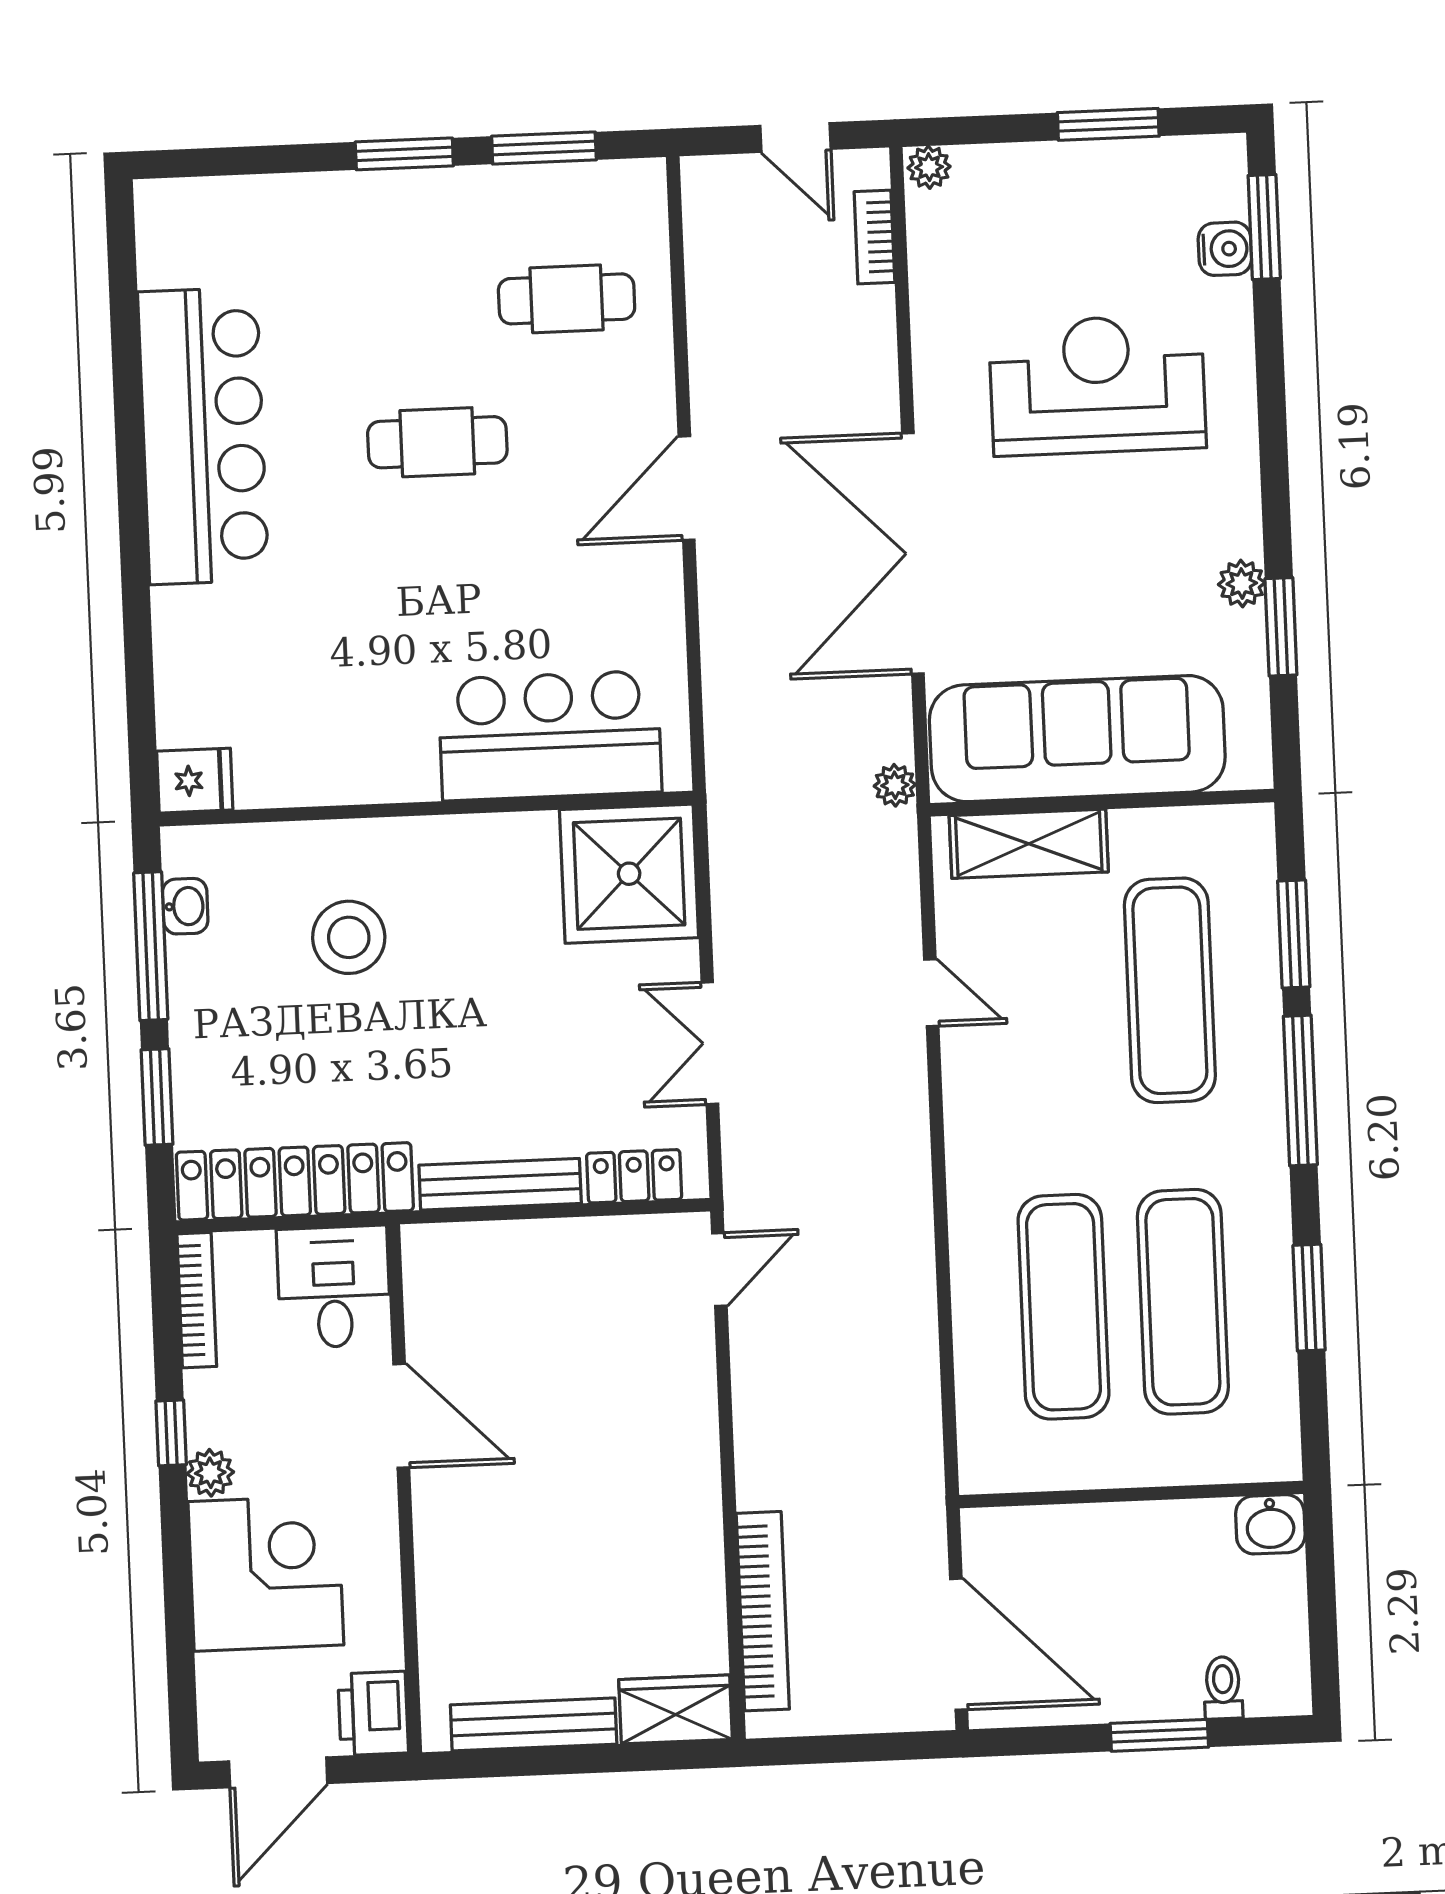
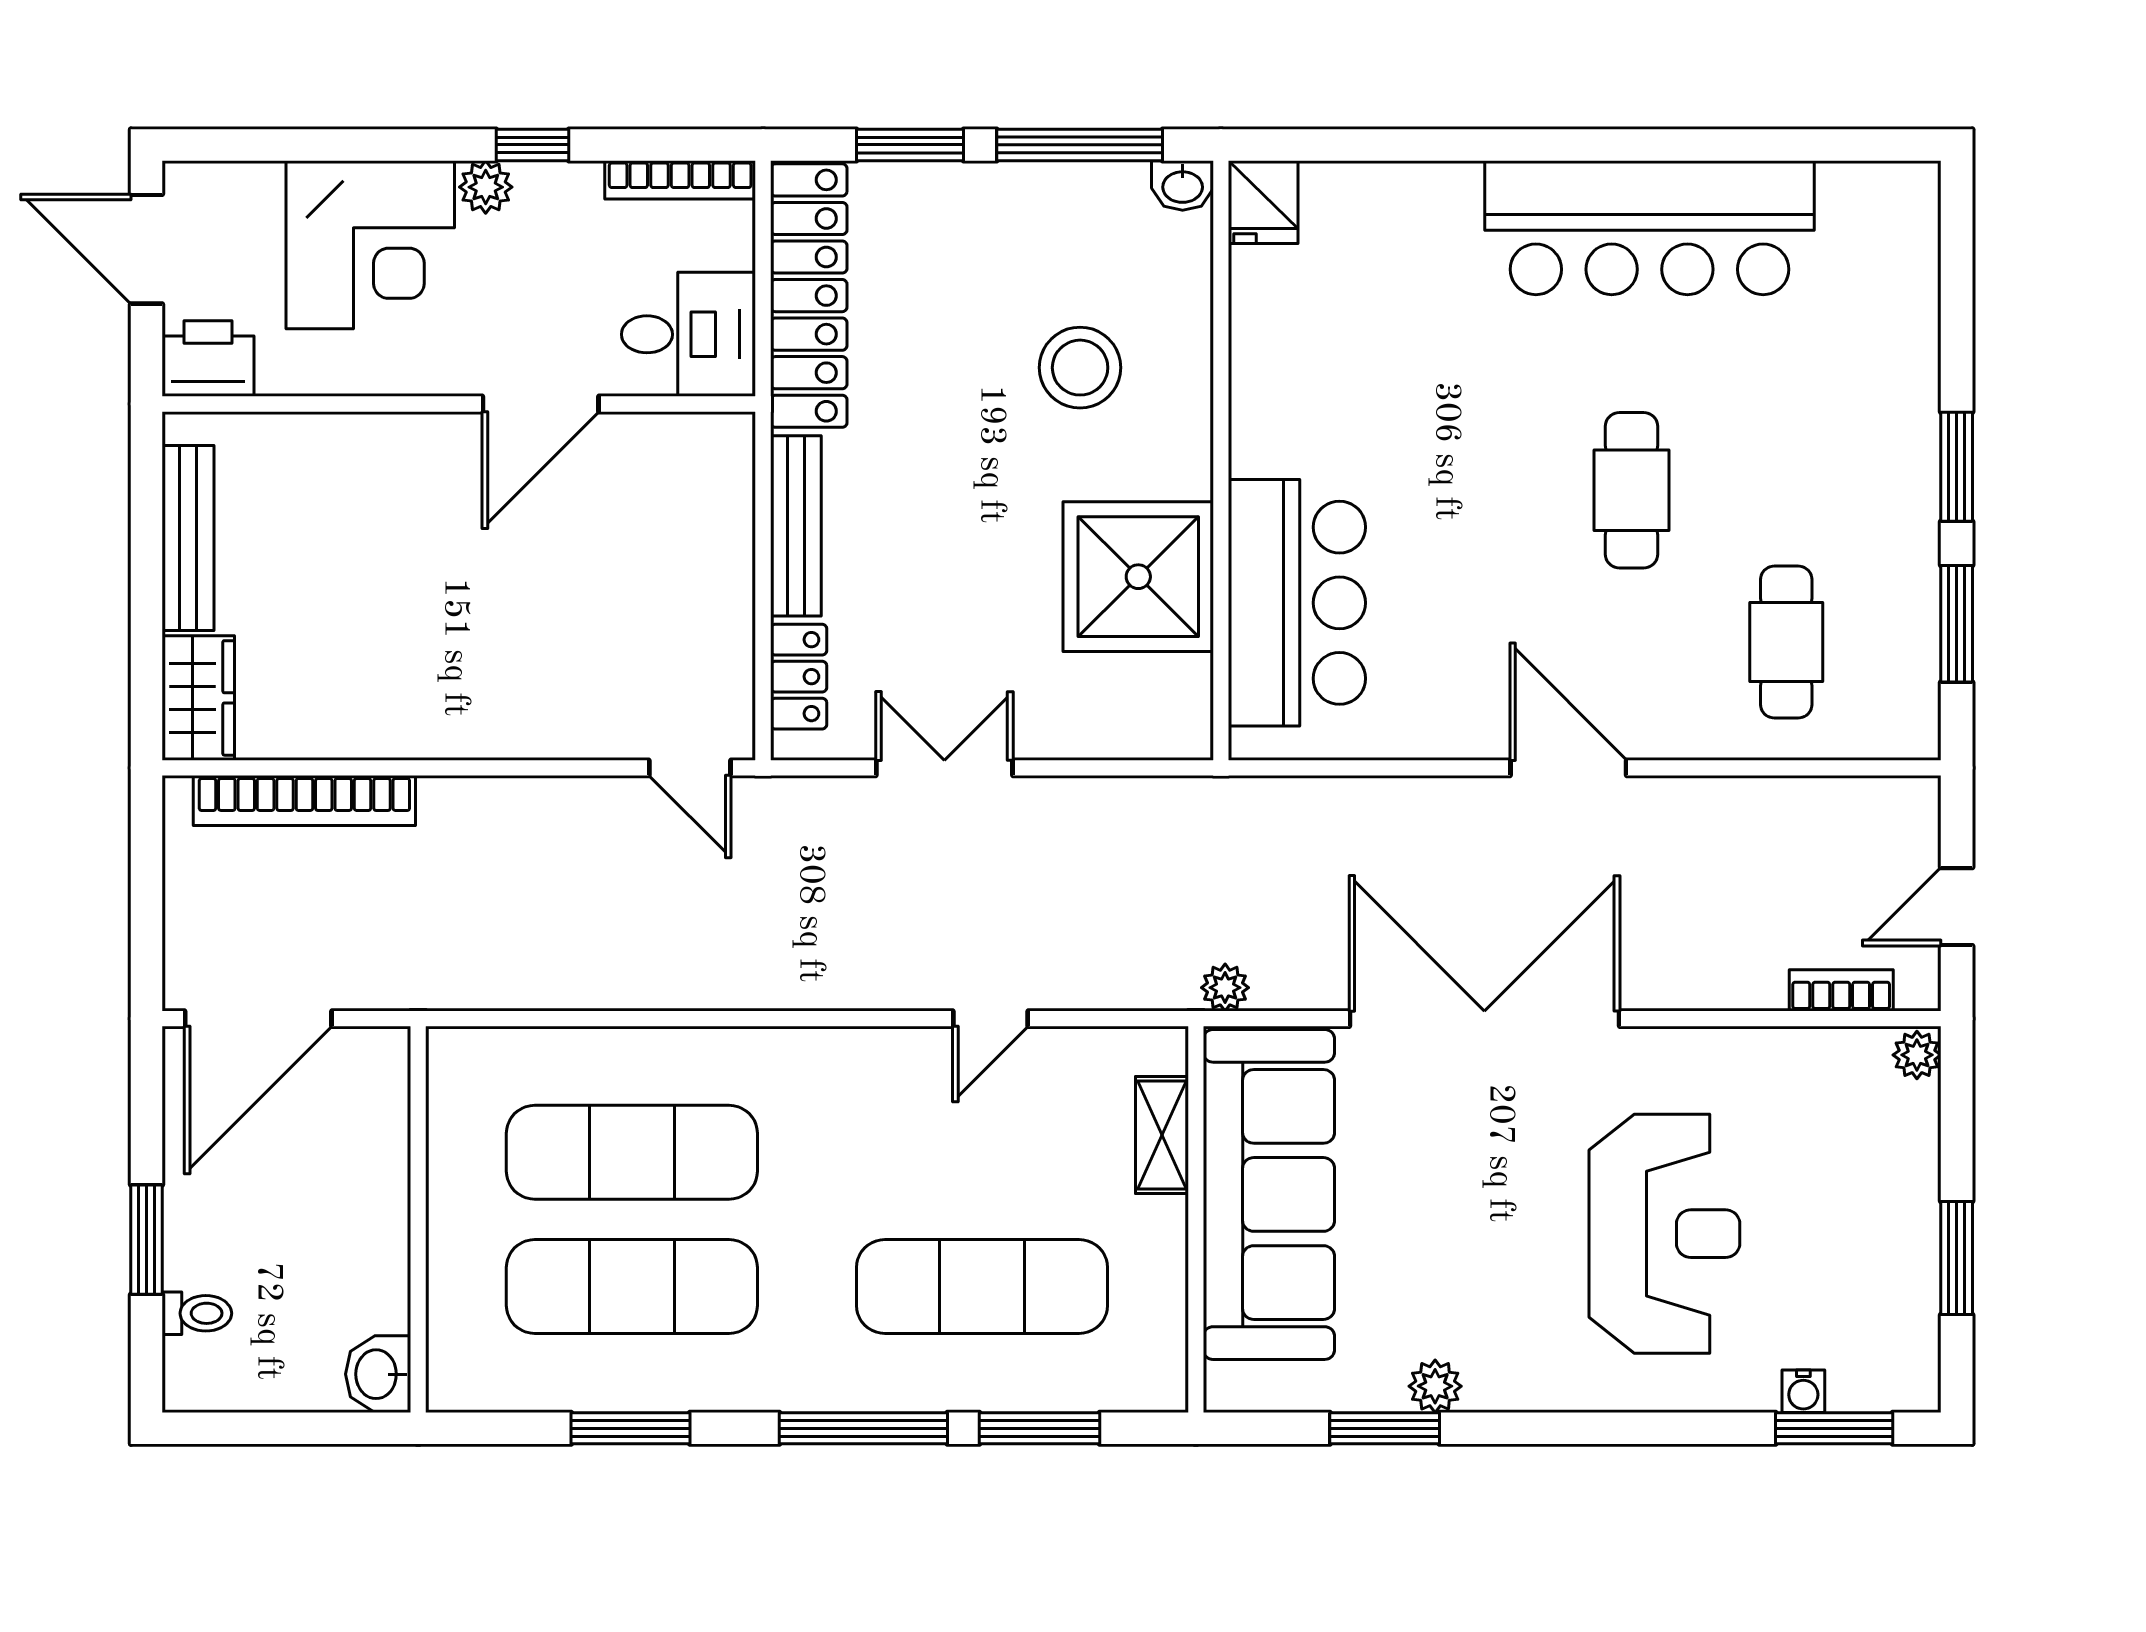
water cooler: (1225, 249) -> (1803, 1391), width x0.72, depth x0.72
shelving: (1029, 844) -> (1162, 1135), width x0.67, depth x0.75
shower: (629, 874) -> (1138, 577), moved
washbasin: (185, 906) -> (1183, 186), moved

